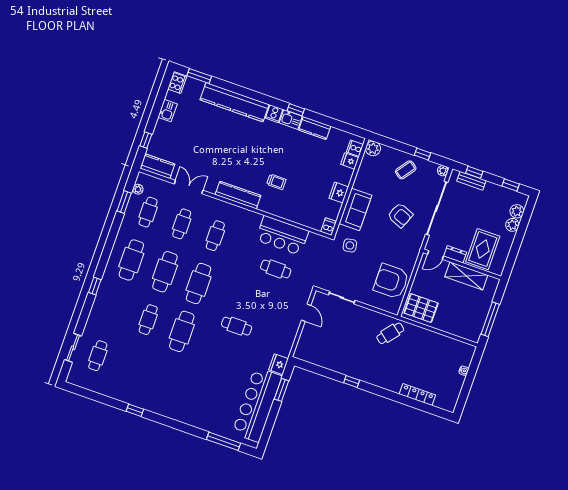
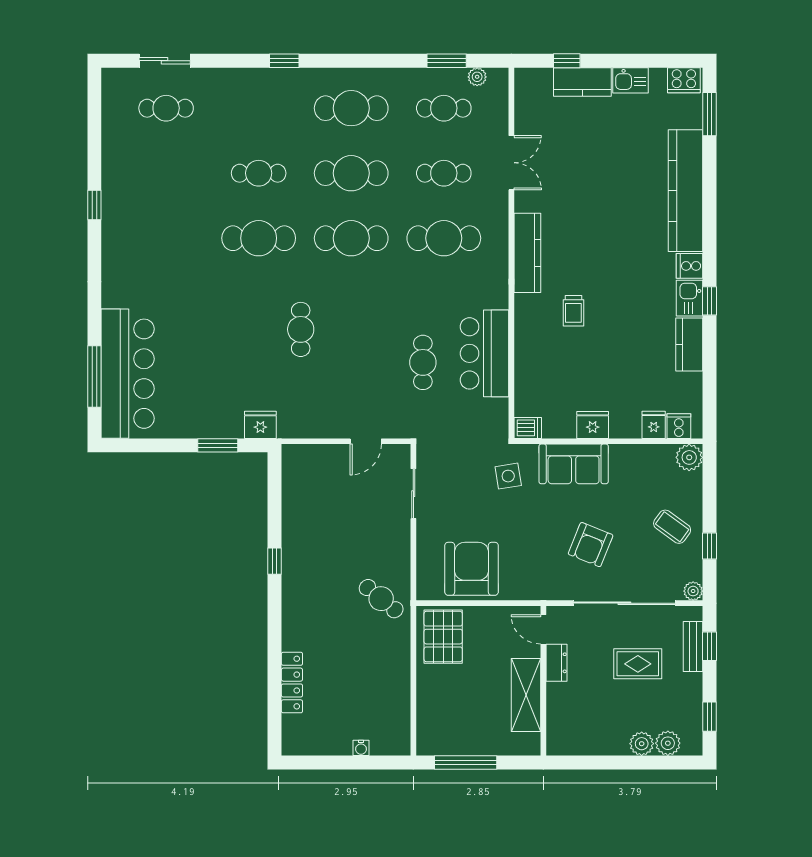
kitchen counter: (157, 166) -> (582, 82), moved, turned 90
cafe table: (215, 236) -> (444, 238), width x1.37, depth x1.35
rug: (483, 249) -> (638, 664), moved, width x0.73, depth x0.70
bar counter: (257, 405) -> (128, 374), moved, turned 90

